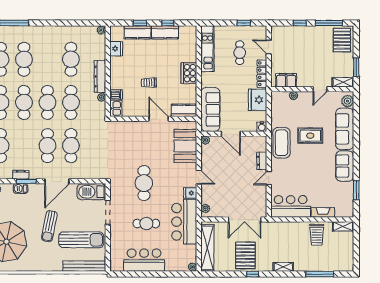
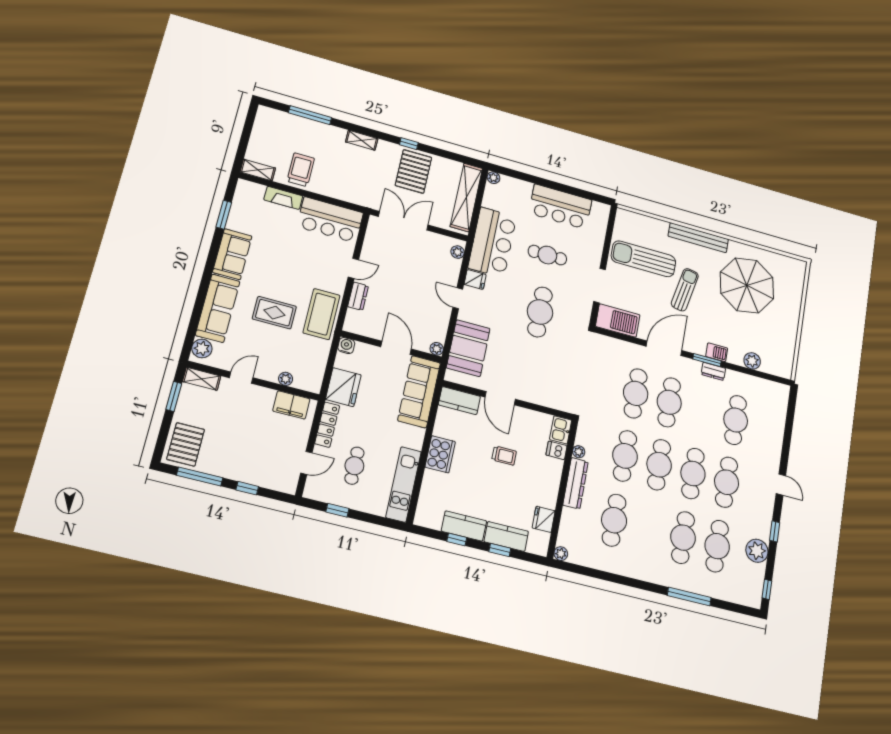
door: (269, 47) -> (306, 463), hinge flipped
bench: (84, 266) -> (698, 238), moved

